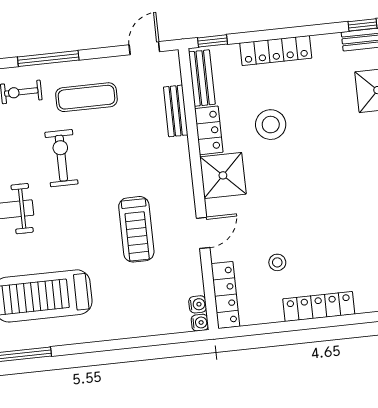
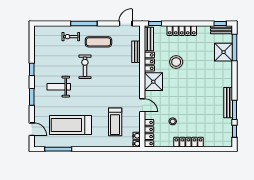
treadmill: (136, 229) -> (115, 122), moved
door: (203, 233) -> (142, 105), hinge flipped

